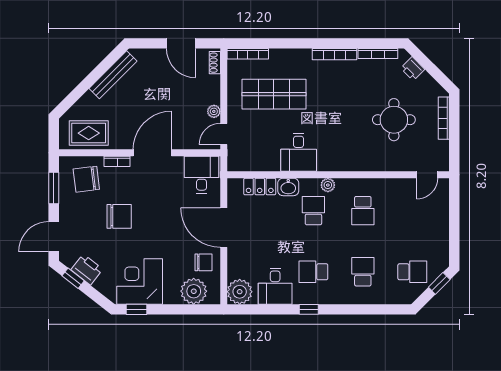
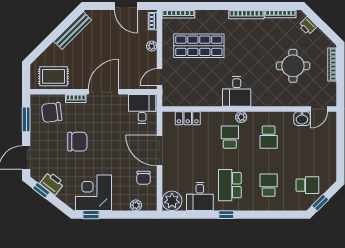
plant: (214, 111) -> (152, 46), moved
desk: (299, 152) -> (237, 91), moved
washbasin: (288, 187) -> (302, 119), moved
chair: (203, 262) -> (144, 178), turned 90
school desk: (313, 272) -> (230, 185), width x1.85
window: (439, 283) -> (320, 203), moved
plant: (194, 291) -> (136, 205), width x0.53, depth x0.53

